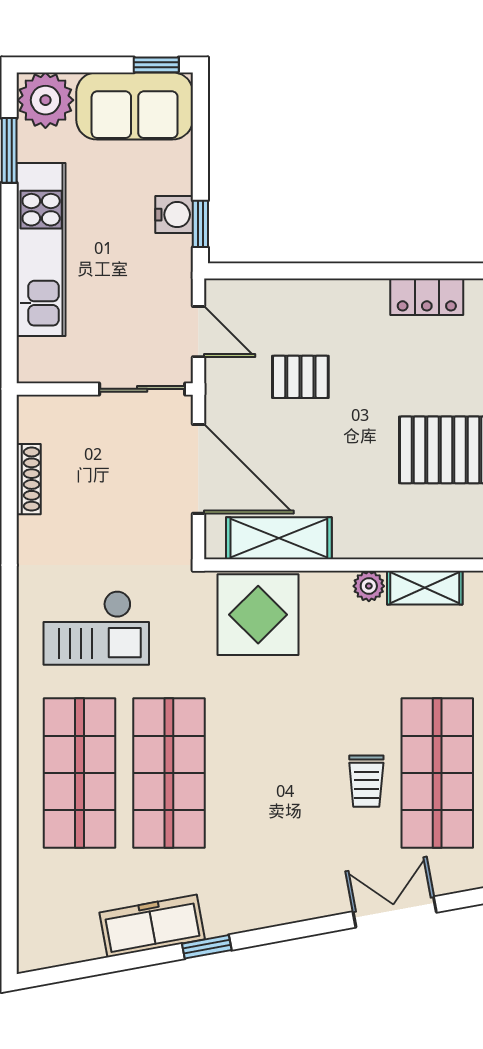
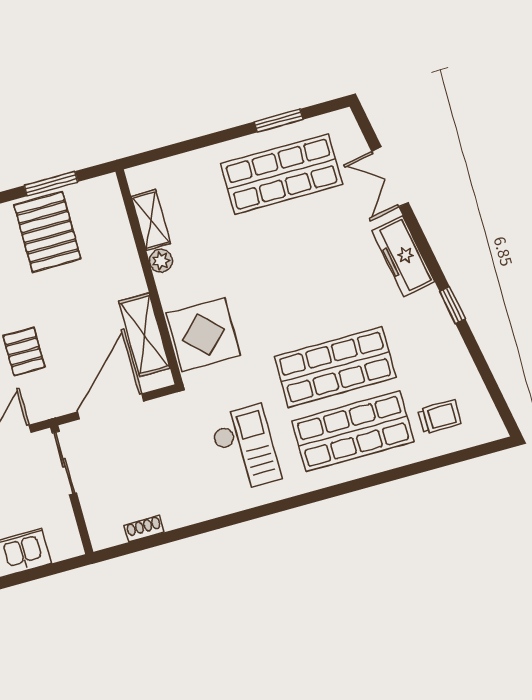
shoe rack: (29, 479) -> (144, 529), width x0.70
trolley: (366, 781) -> (439, 417), moved
freezer: (152, 926) -> (403, 256), moved

